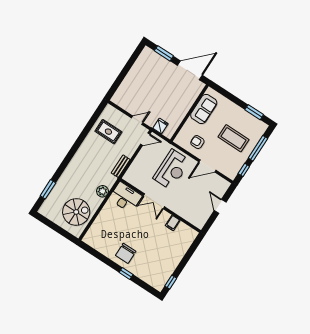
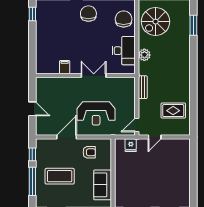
reception desk: (172, 170) -> (96, 113), turned -90
desk: (125, 197) -> (124, 51), moved, turned -90
chair: (100, 231) -> (124, 19), added

